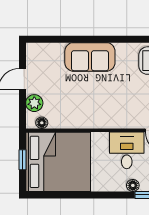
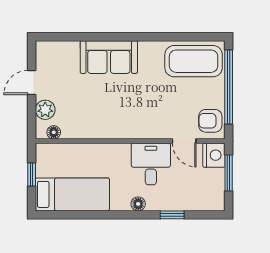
bed: (58, 162) -> (72, 194), width x0.49
floor lamp: (133, 185) -> (138, 204), moved

